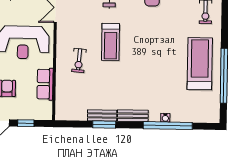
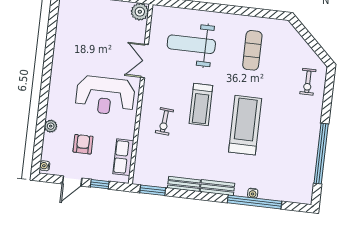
treadmill: (200, 64) -> (245, 125), moved
row of seats: (45, 84) -> (123, 157), moved
window: (104, 124) -> (153, 190), moved

